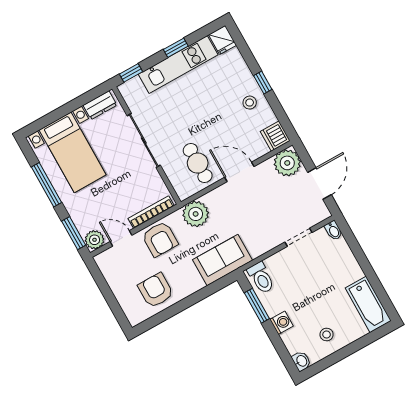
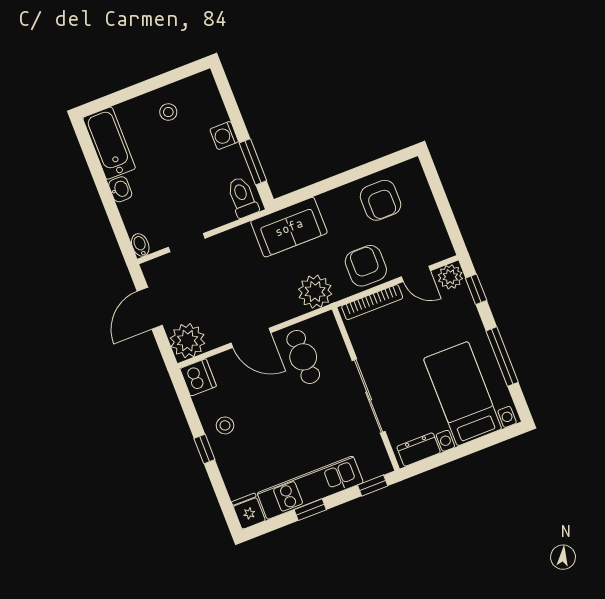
window: (74, 233) -> (476, 289), width x0.67
washbasin: (301, 361) -> (120, 189), moved, turned 180

